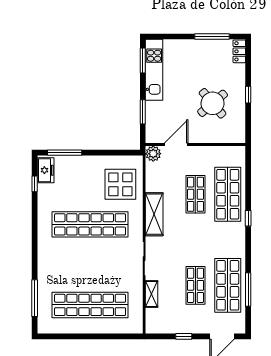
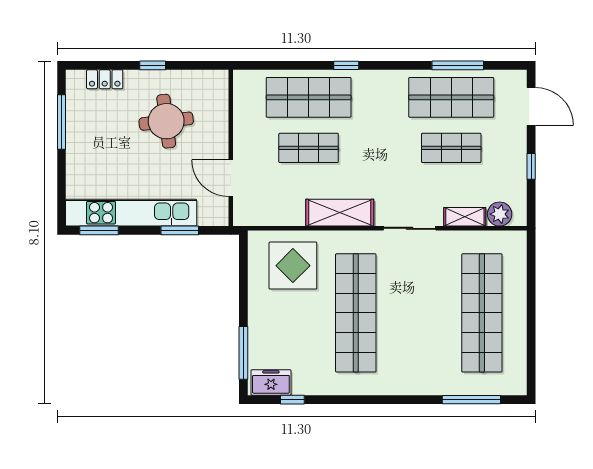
locker: (239, 51) -> (105, 79), moved
kitchen unit: (154, 70) -> (131, 213), width x1.36
round table: (213, 103) -> (166, 121), turned 33
plant: (153, 154) -> (500, 214), moved

